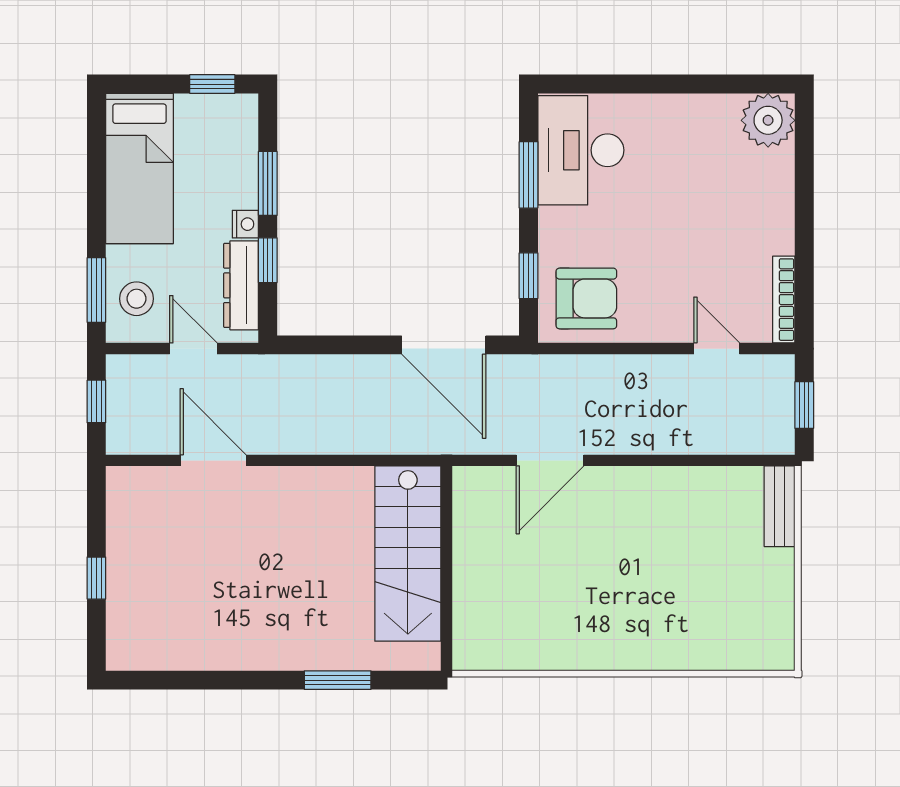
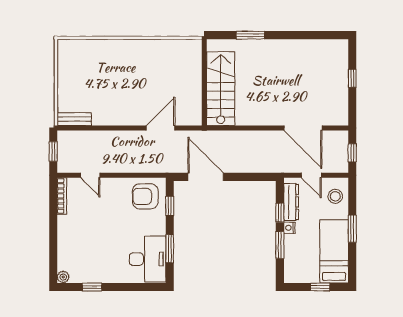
window: (212, 84) -> (320, 287), moved
window: (713, 84) -> (92, 287), added
plant: (768, 120) -> (63, 277), width x0.53, depth x0.53
window: (96, 290) -> (352, 229), moved
door: (213, 460) -> (303, 128), width x1.36
bench: (780, 506) -> (74, 119), moved, turned 90

